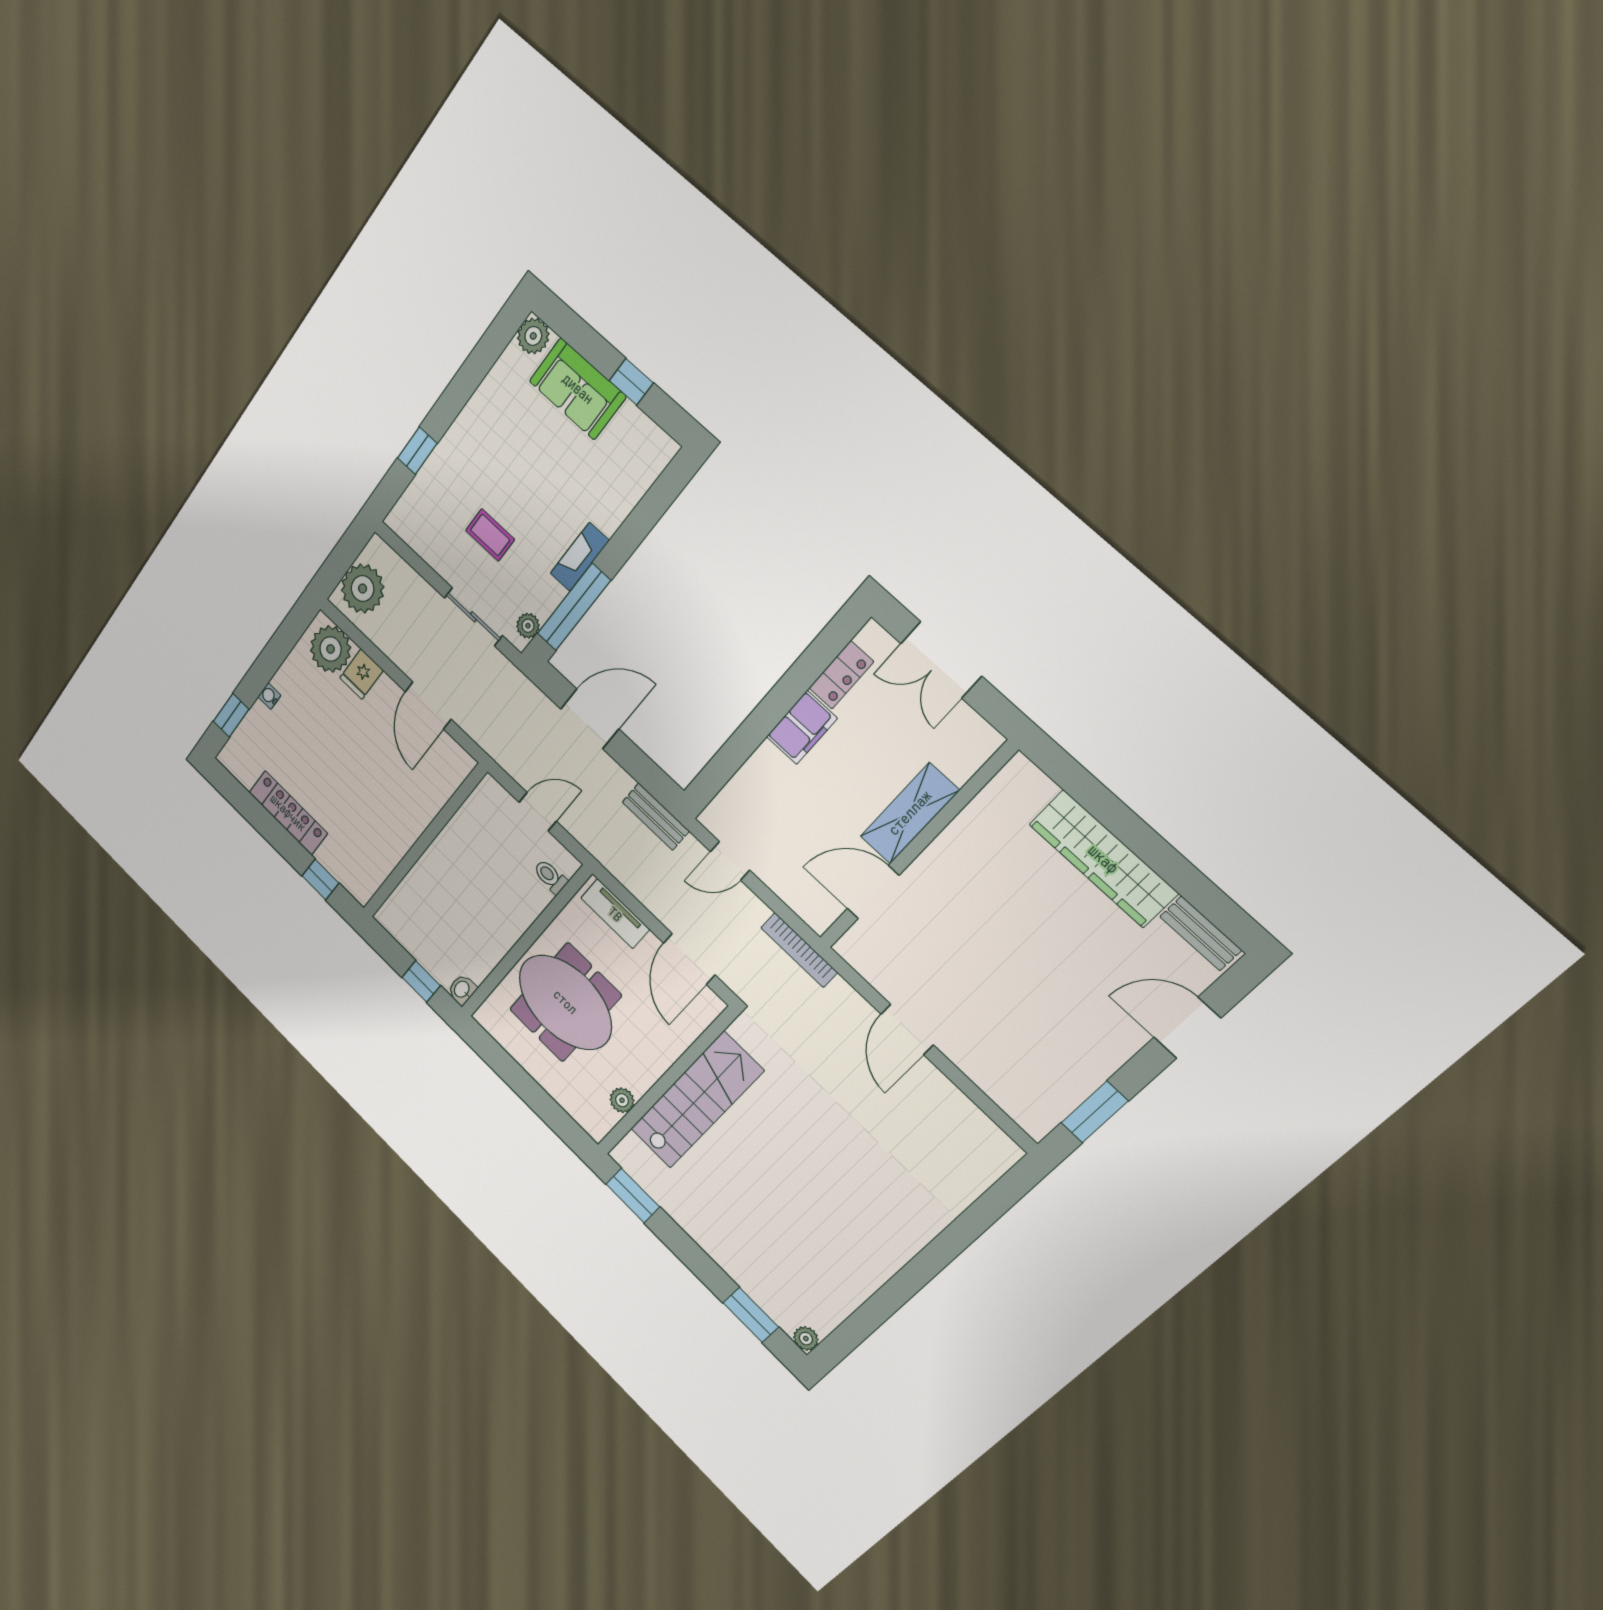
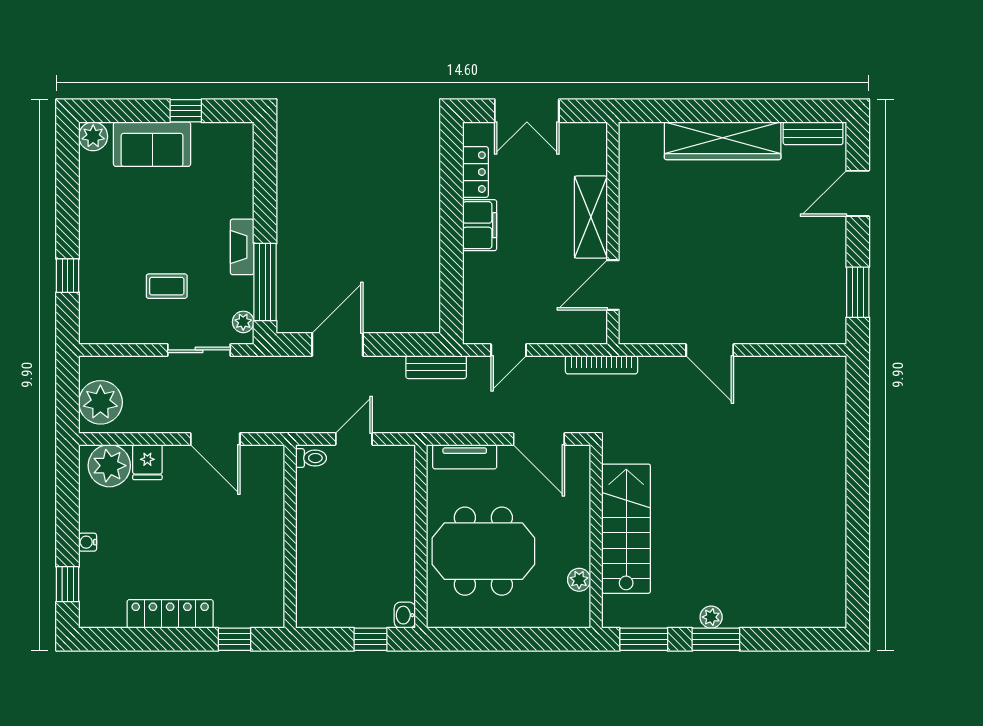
toilet: (550, 877) -> (311, 458), moved, turned 180
window: (751, 1315) -> (716, 639), moved
plant: (806, 1339) -> (711, 617), moved

